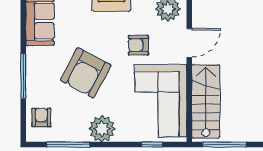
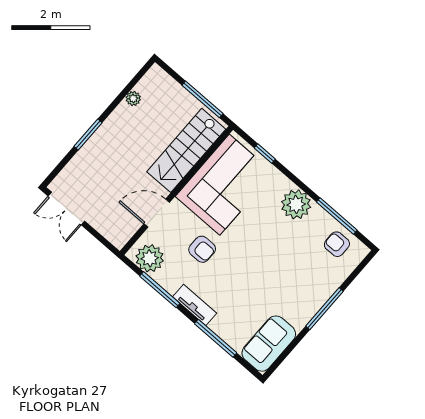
armchair: (86, 73) -> (268, 265), removed
armchair: (41, 117) -> (337, 244), moved, turned 90

